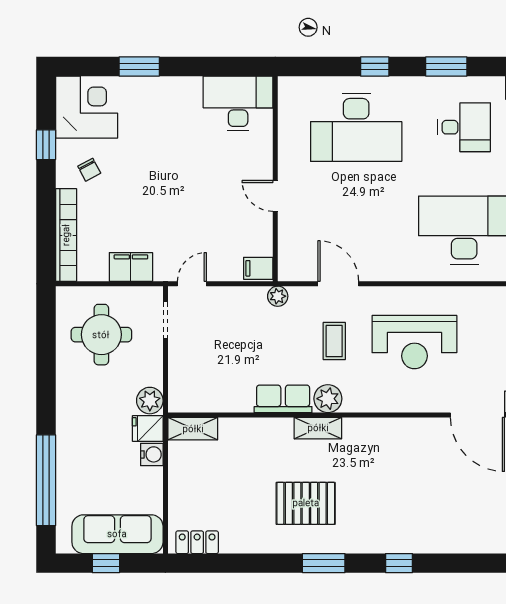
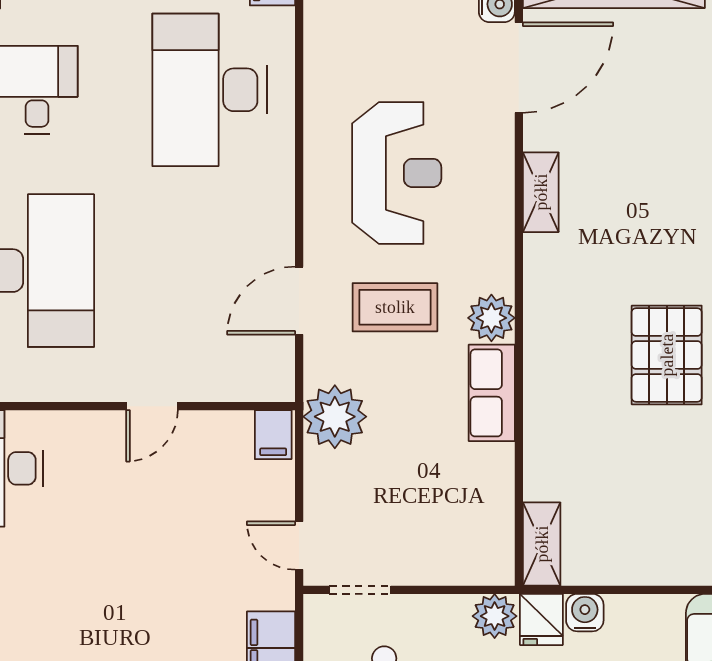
plant: (278, 296) -> (335, 417), width x1.87, depth x1.87
coffee table: (334, 341) -> (395, 307), width x1.36, depth x1.30
shelving: (318, 428) -> (541, 192), moved

